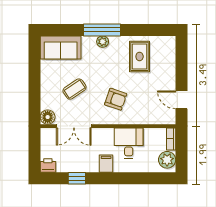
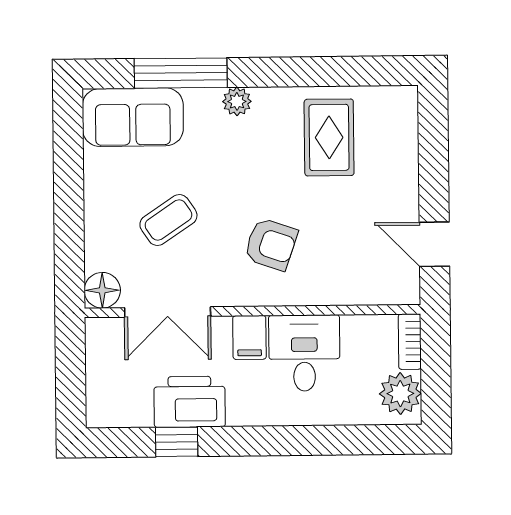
window: (102, 30) -> (181, 73), moved
filing cabinet: (106, 164) -> (249, 337), moved, turned 180
printer: (48, 166) -> (190, 402), moved, width x1.87, depth x1.48

